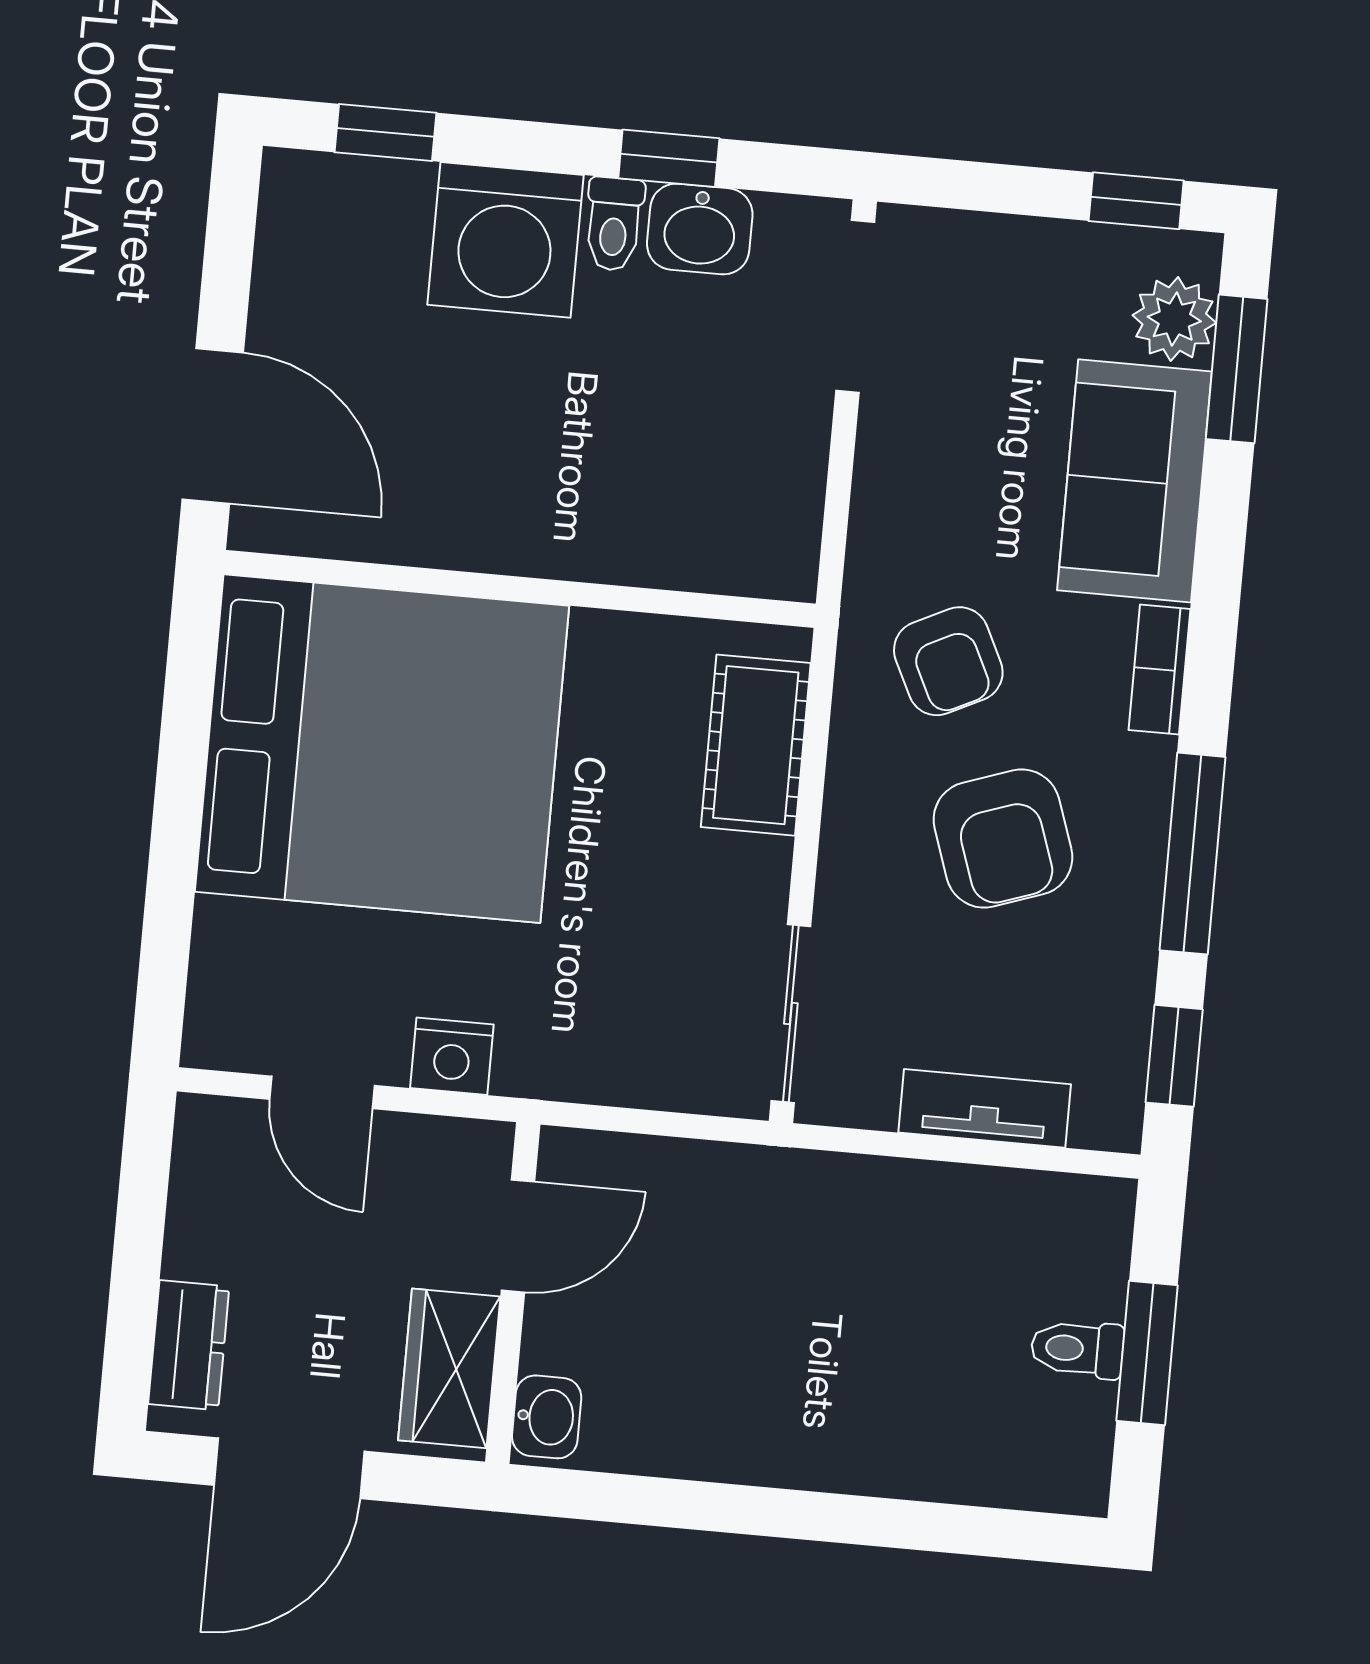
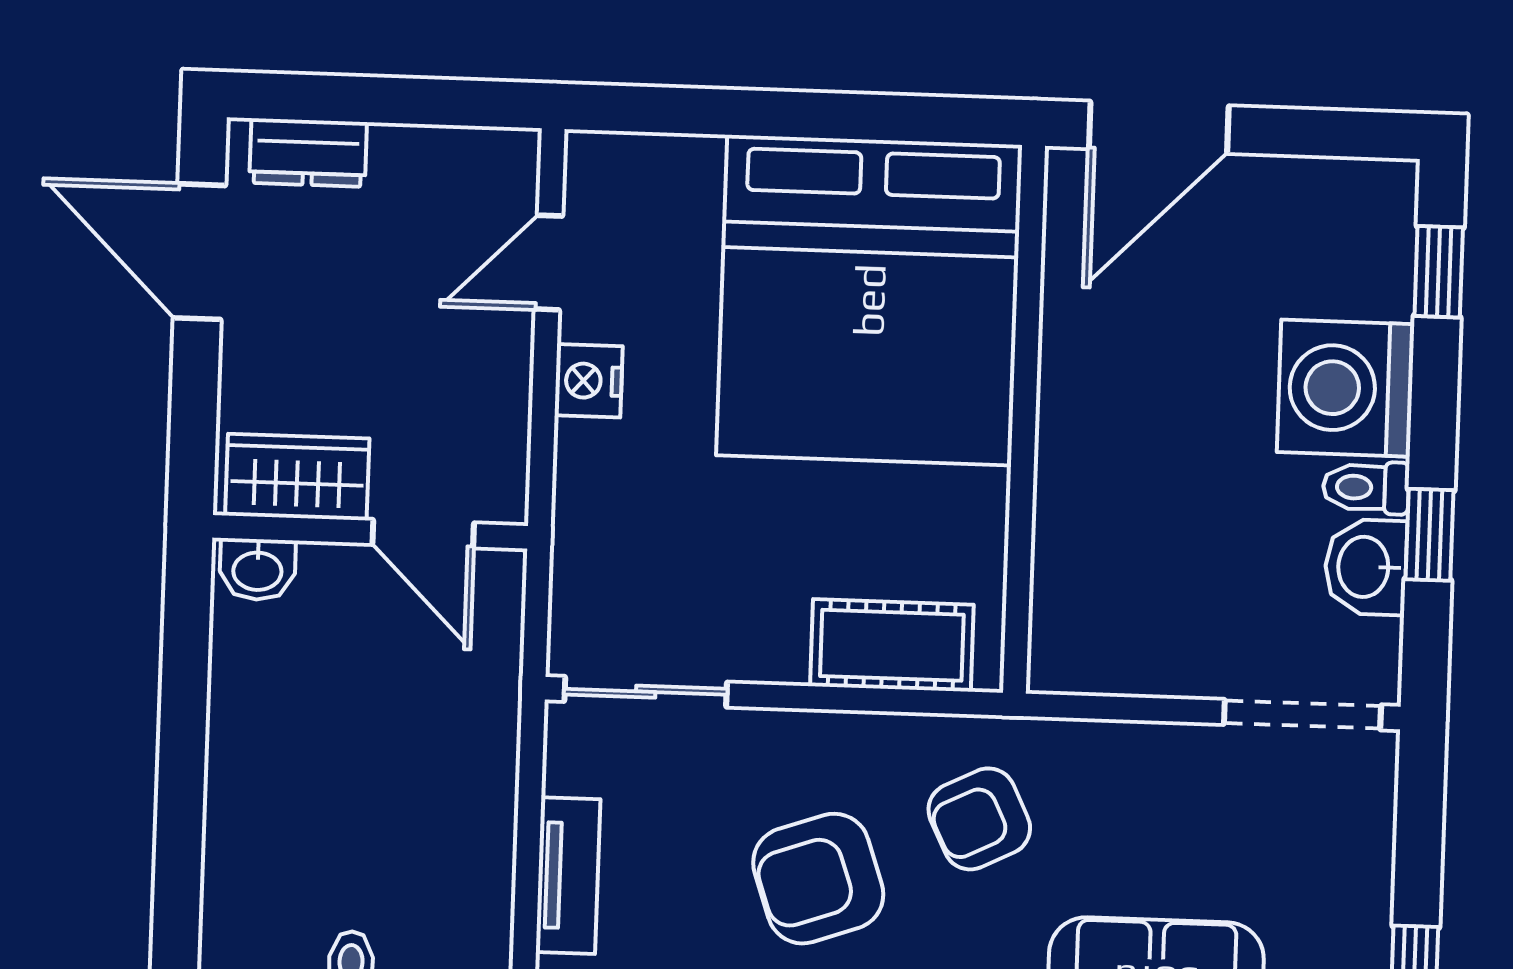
door: (518, 1236) -> (423, 534), moved
wall: (513, 1293) -> (370, 532), moved
wardrobe: (449, 1368) -> (297, 477), moved
washbasin: (547, 1417) -> (257, 569), moved

